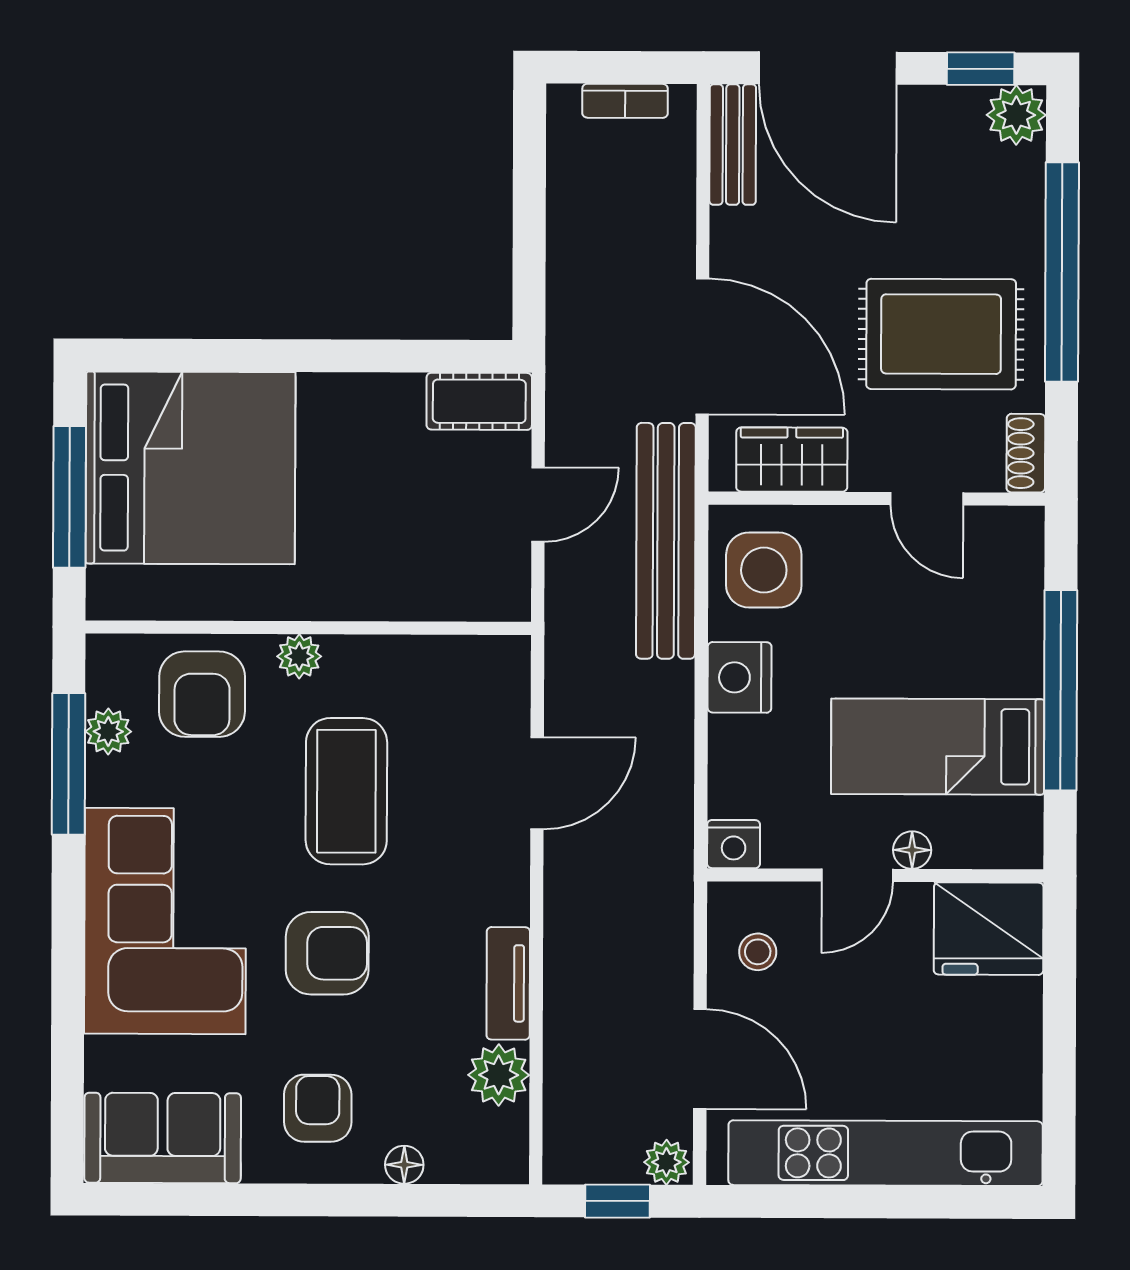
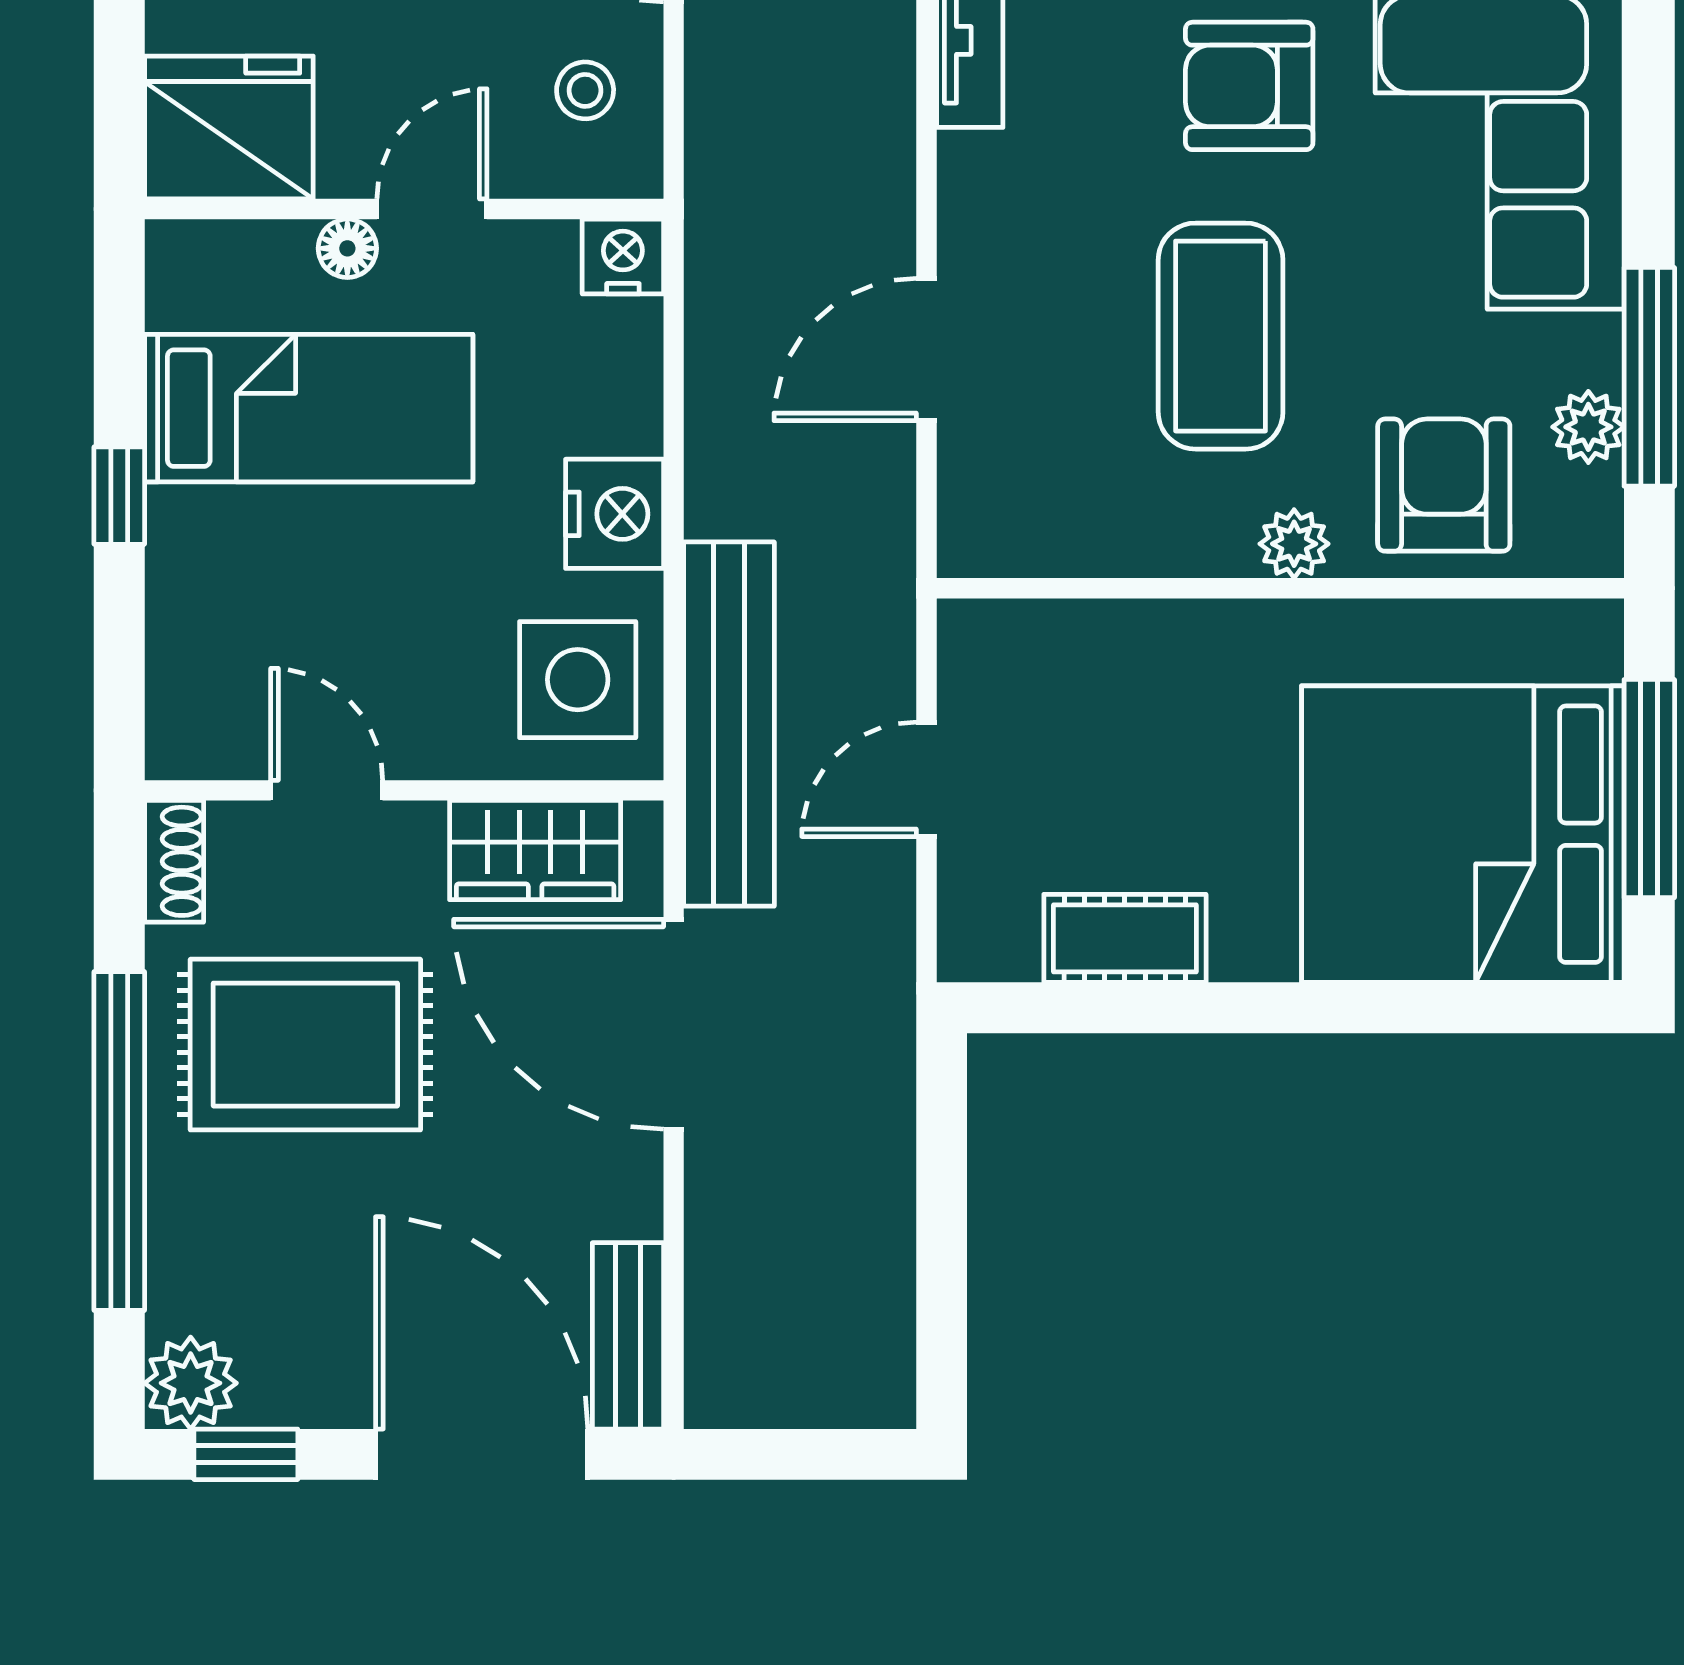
bookcase: (625, 101) -> (794, 1403), removed
cot: (479, 401) -> (1125, 938), moved
window: (1061, 690) -> (119, 496), width x0.32

